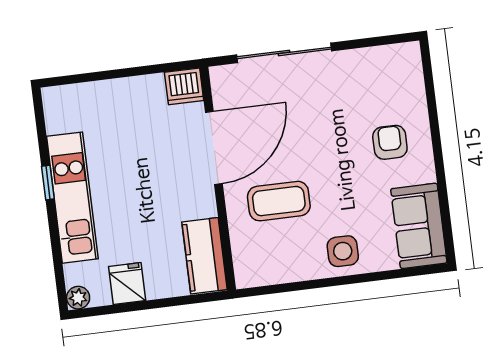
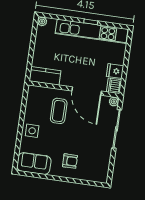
plant: (221, 77) -> (114, 102), added
kitchen unit: (72, 198) -> (92, 31), width x1.36
fridge: (127, 284) -> (115, 71), moved, turned 180

